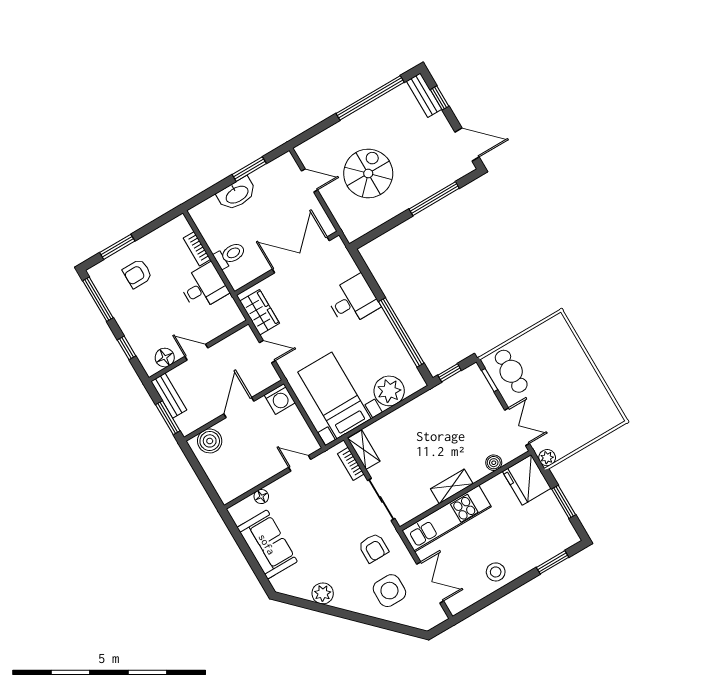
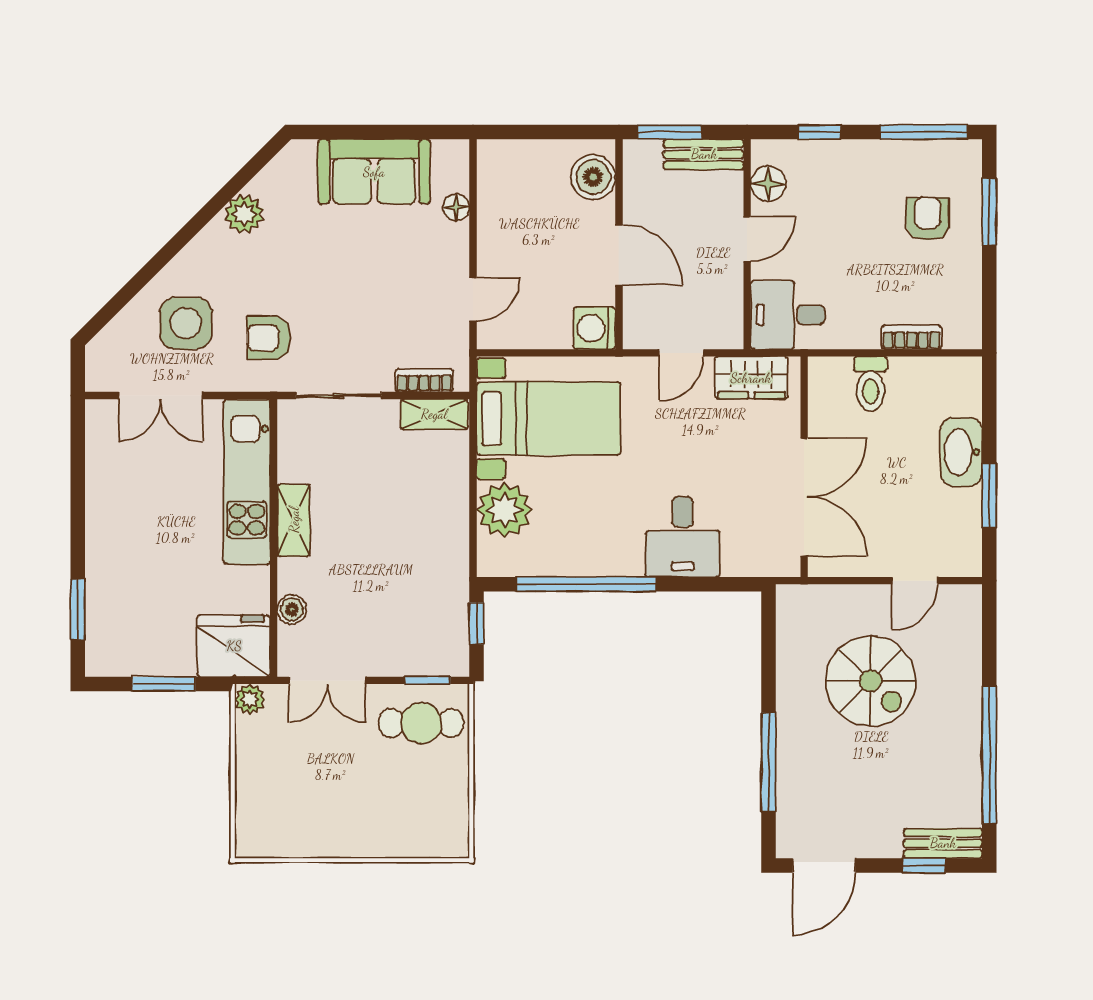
desk: (204, 287) -> (788, 315), moved, turned 90
stool: (496, 572) -> (116, 510), removed

